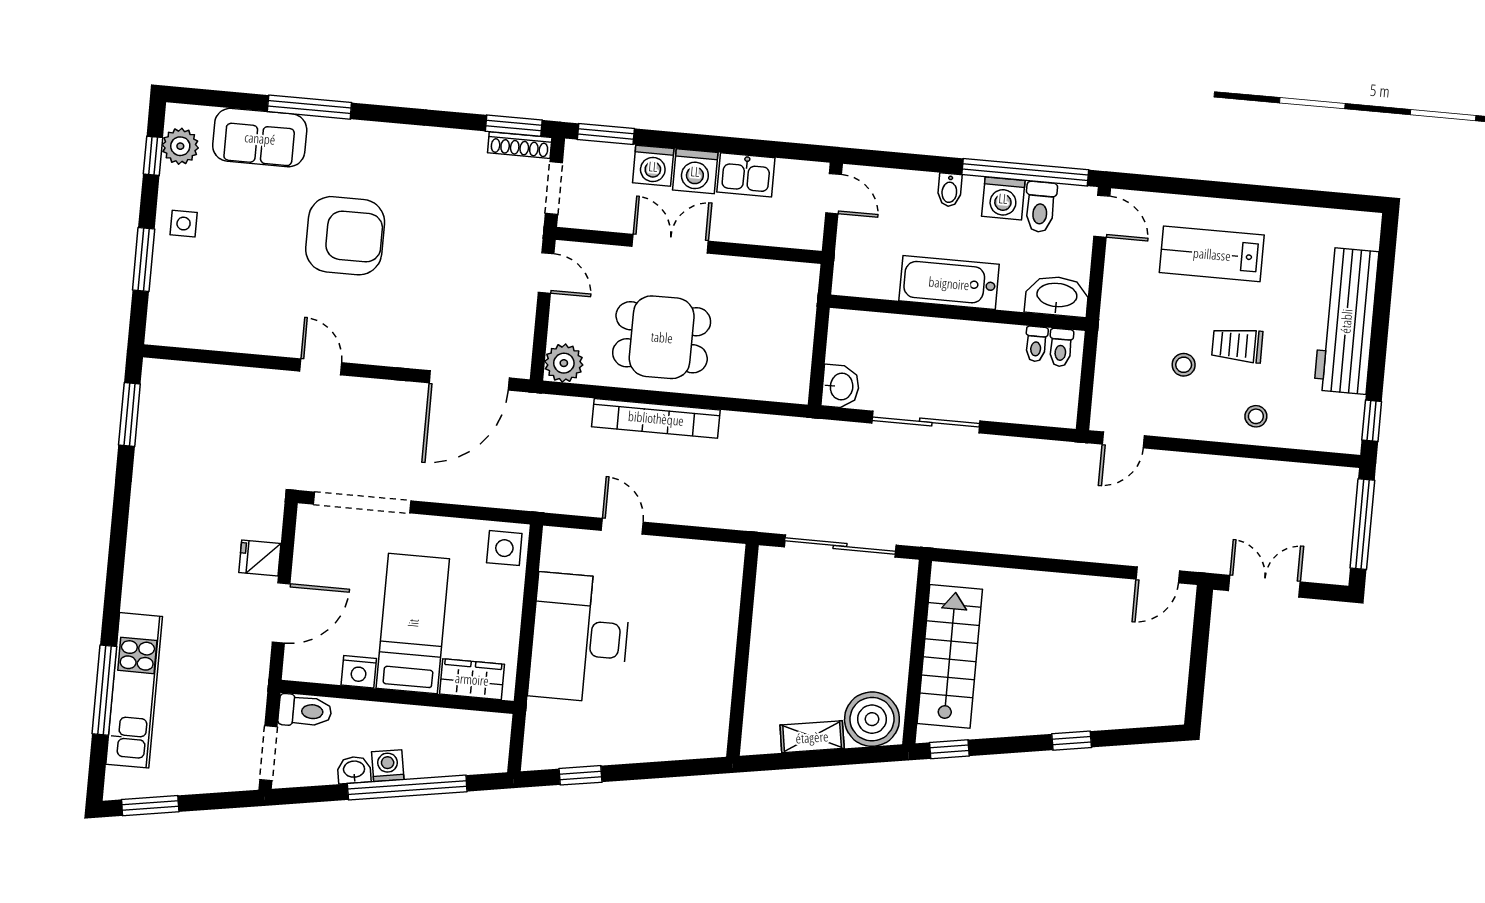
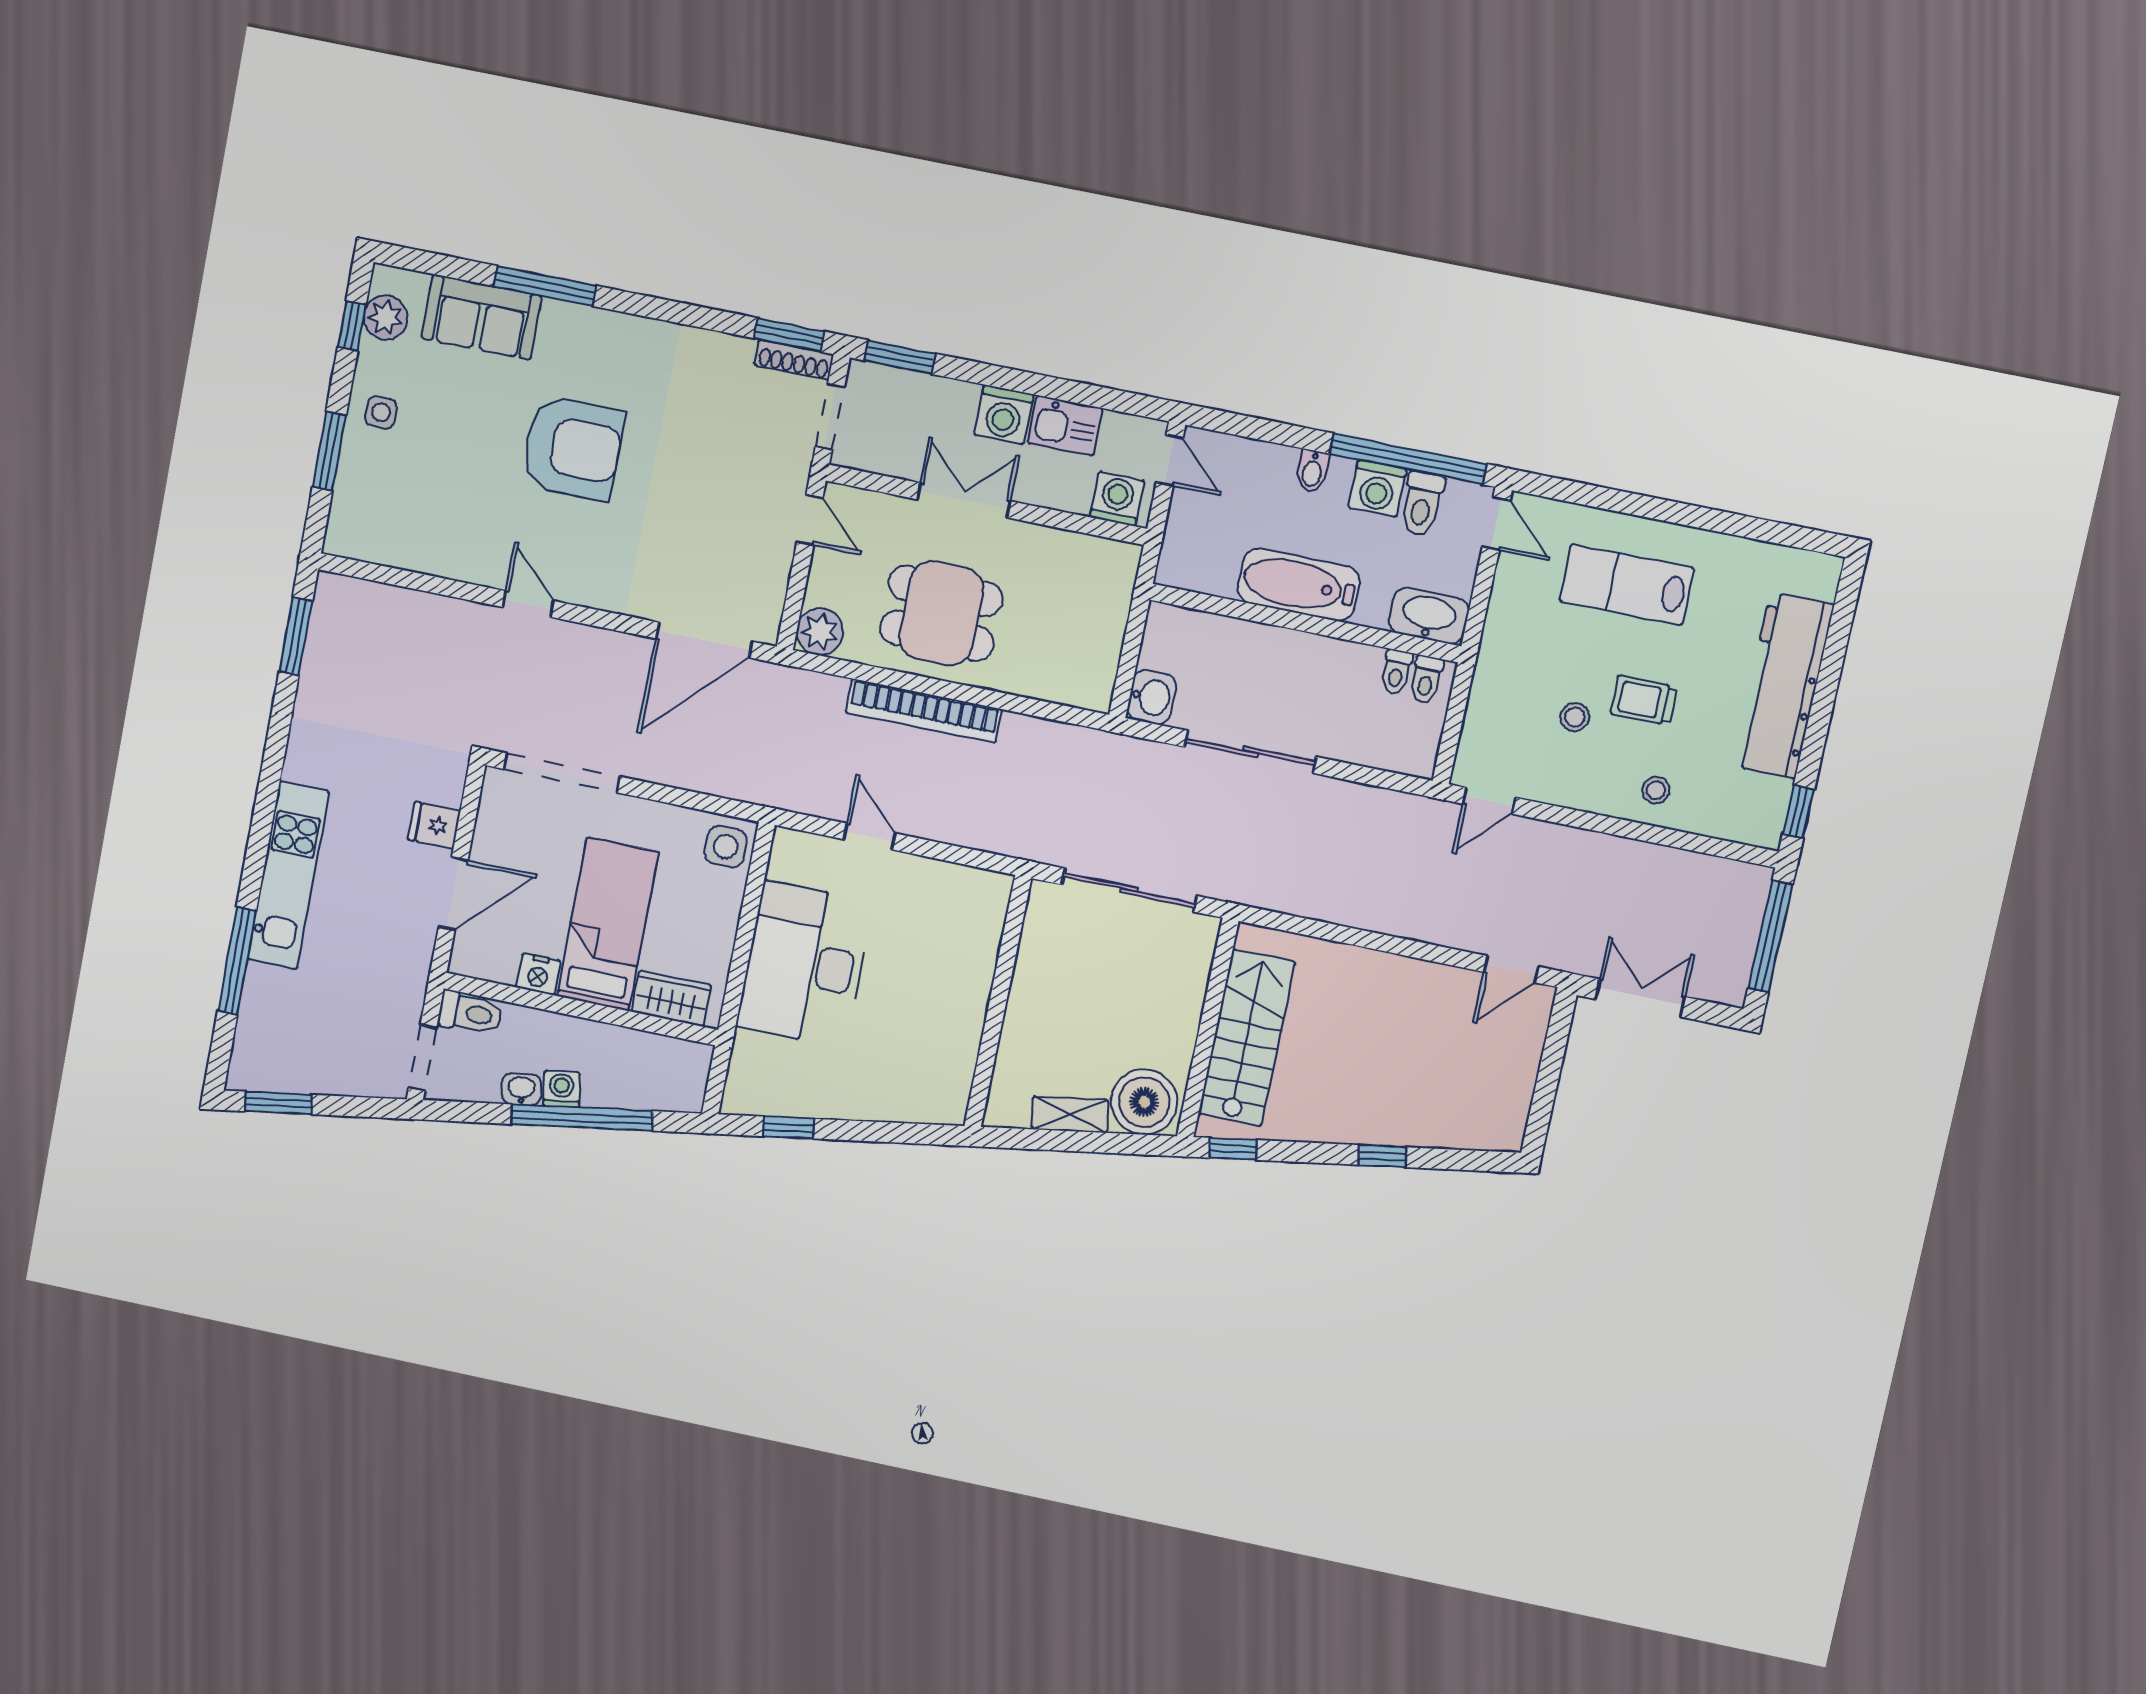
washing machine: (653, 166) -> (1117, 499), moved, turned 180
kitchen unit: (134, 690) -> (288, 875), moved

